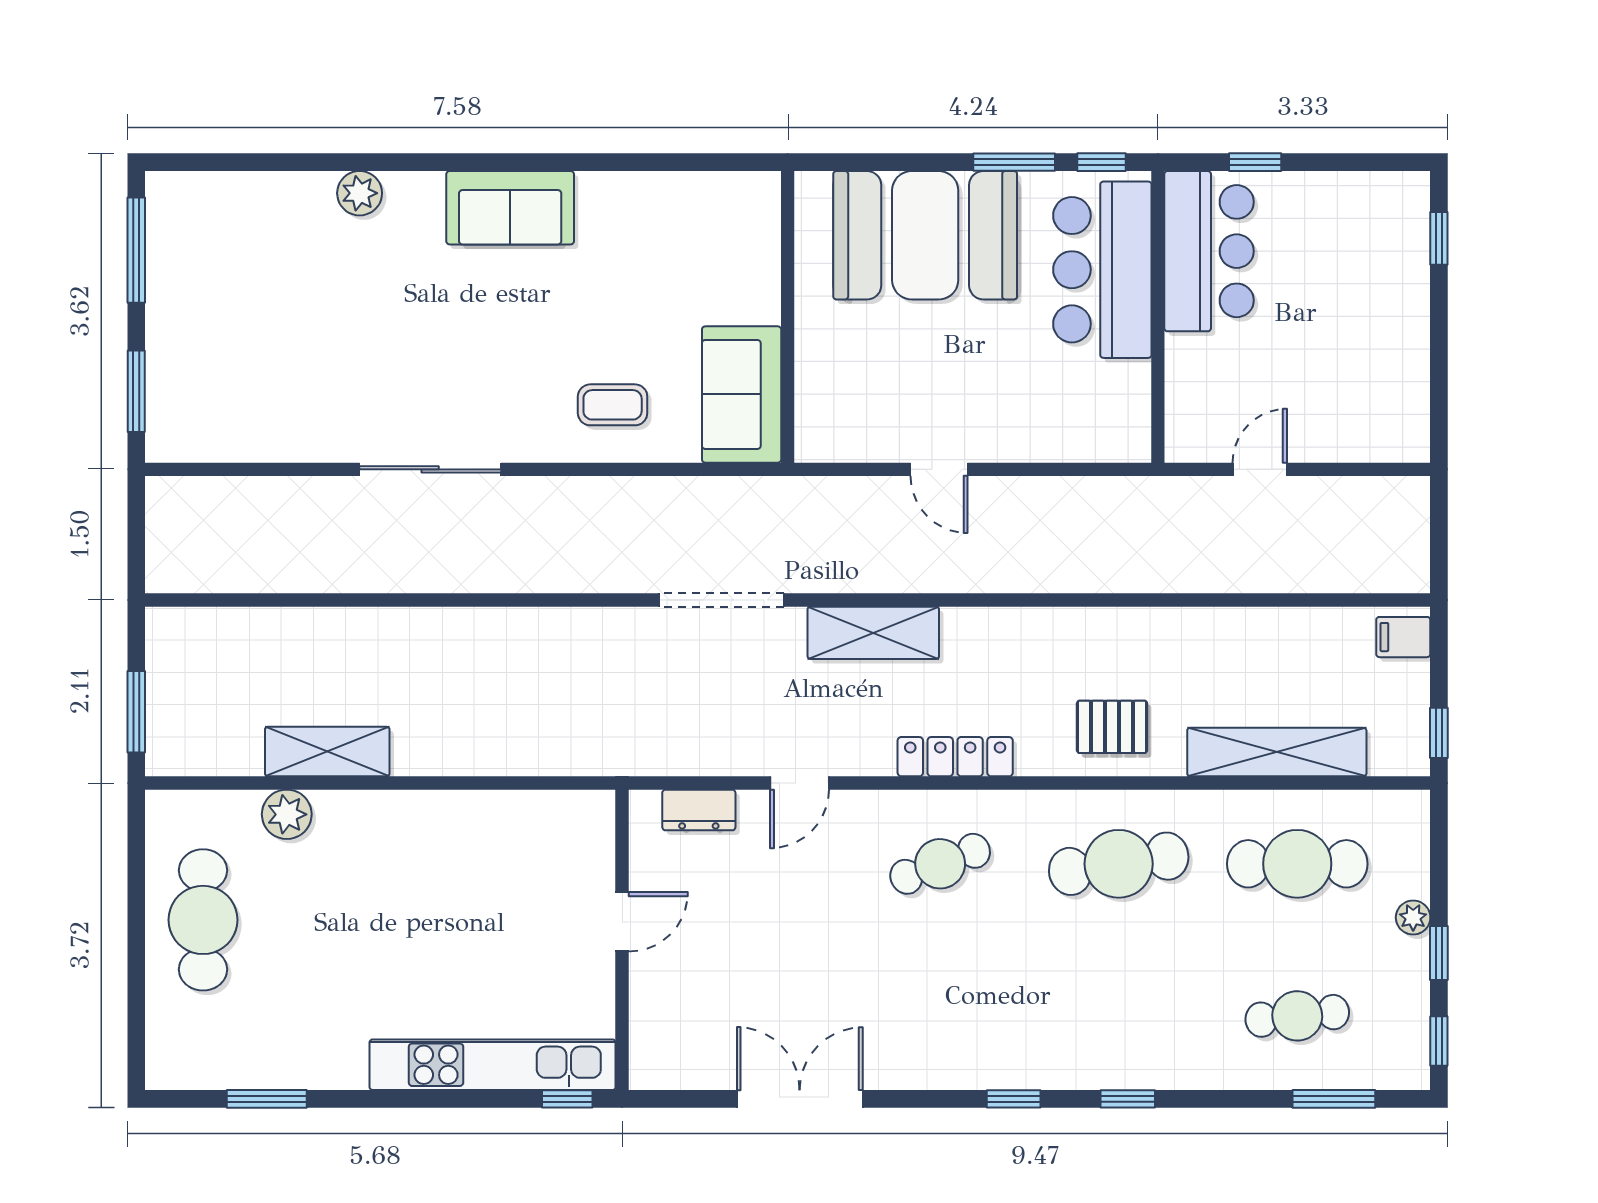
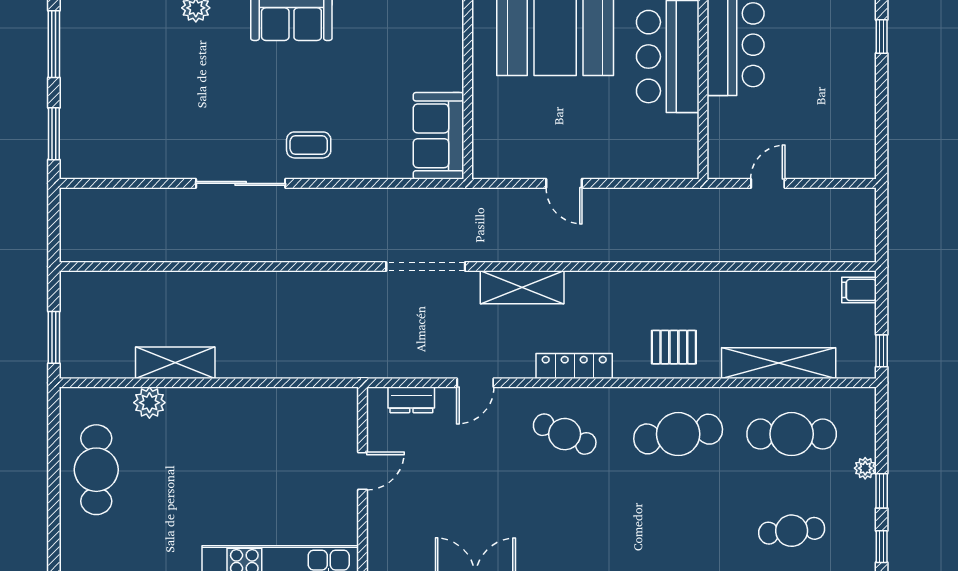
coffee table: (613, 405) -> (309, 145), moved
cafe table: (940, 864) -> (565, 434), turned 45

